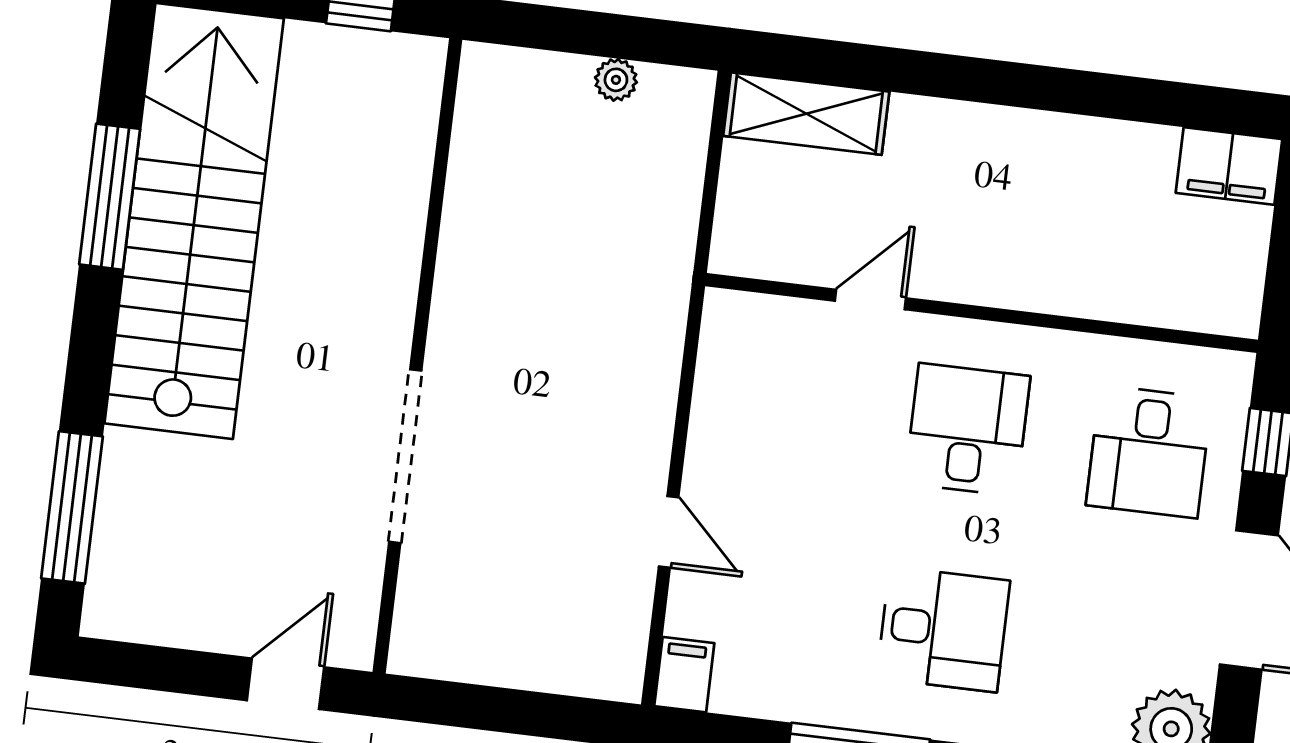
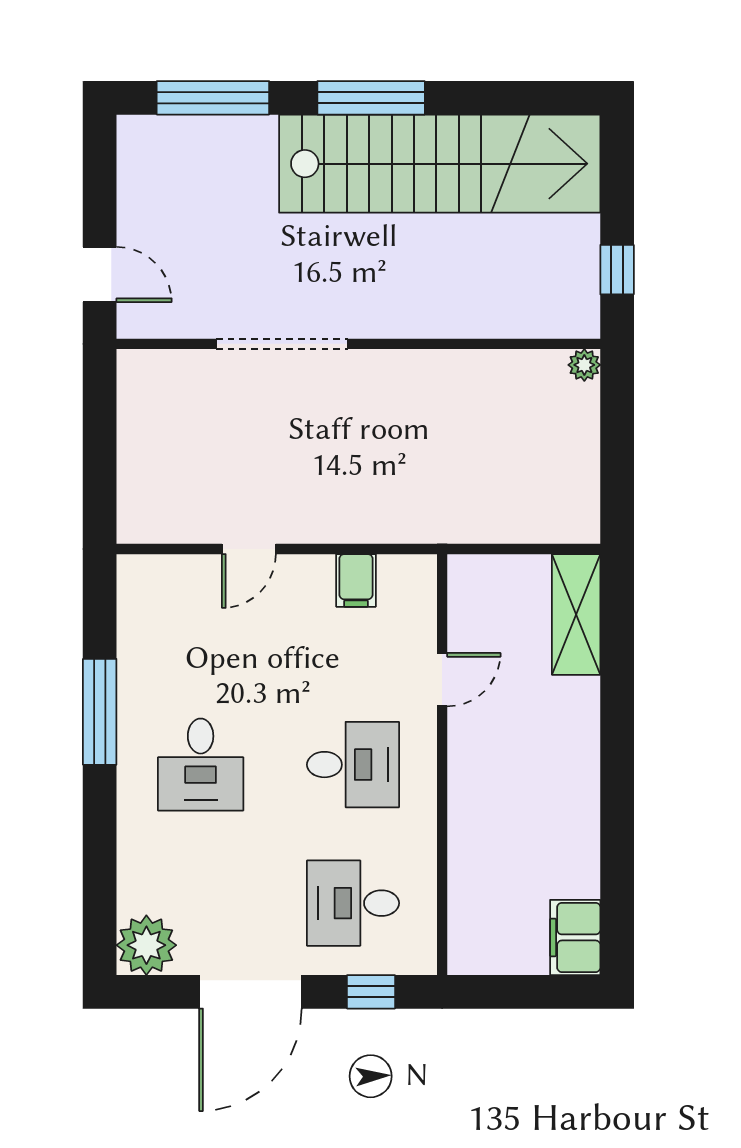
plant: (616, 80) -> (584, 365), moved
window: (110, 197) -> (371, 98), moved
door: (870, 300) -> (442, 680), hinge flipped
filing cabinet: (684, 675) -> (356, 580), moved, turned 90

